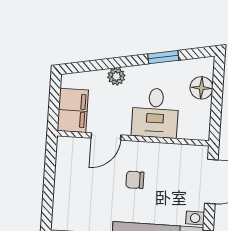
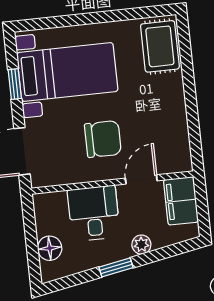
window: (163, 57) -> (116, 267), moved
chair: (135, 180) -> (103, 139), width x1.87, depth x1.87

